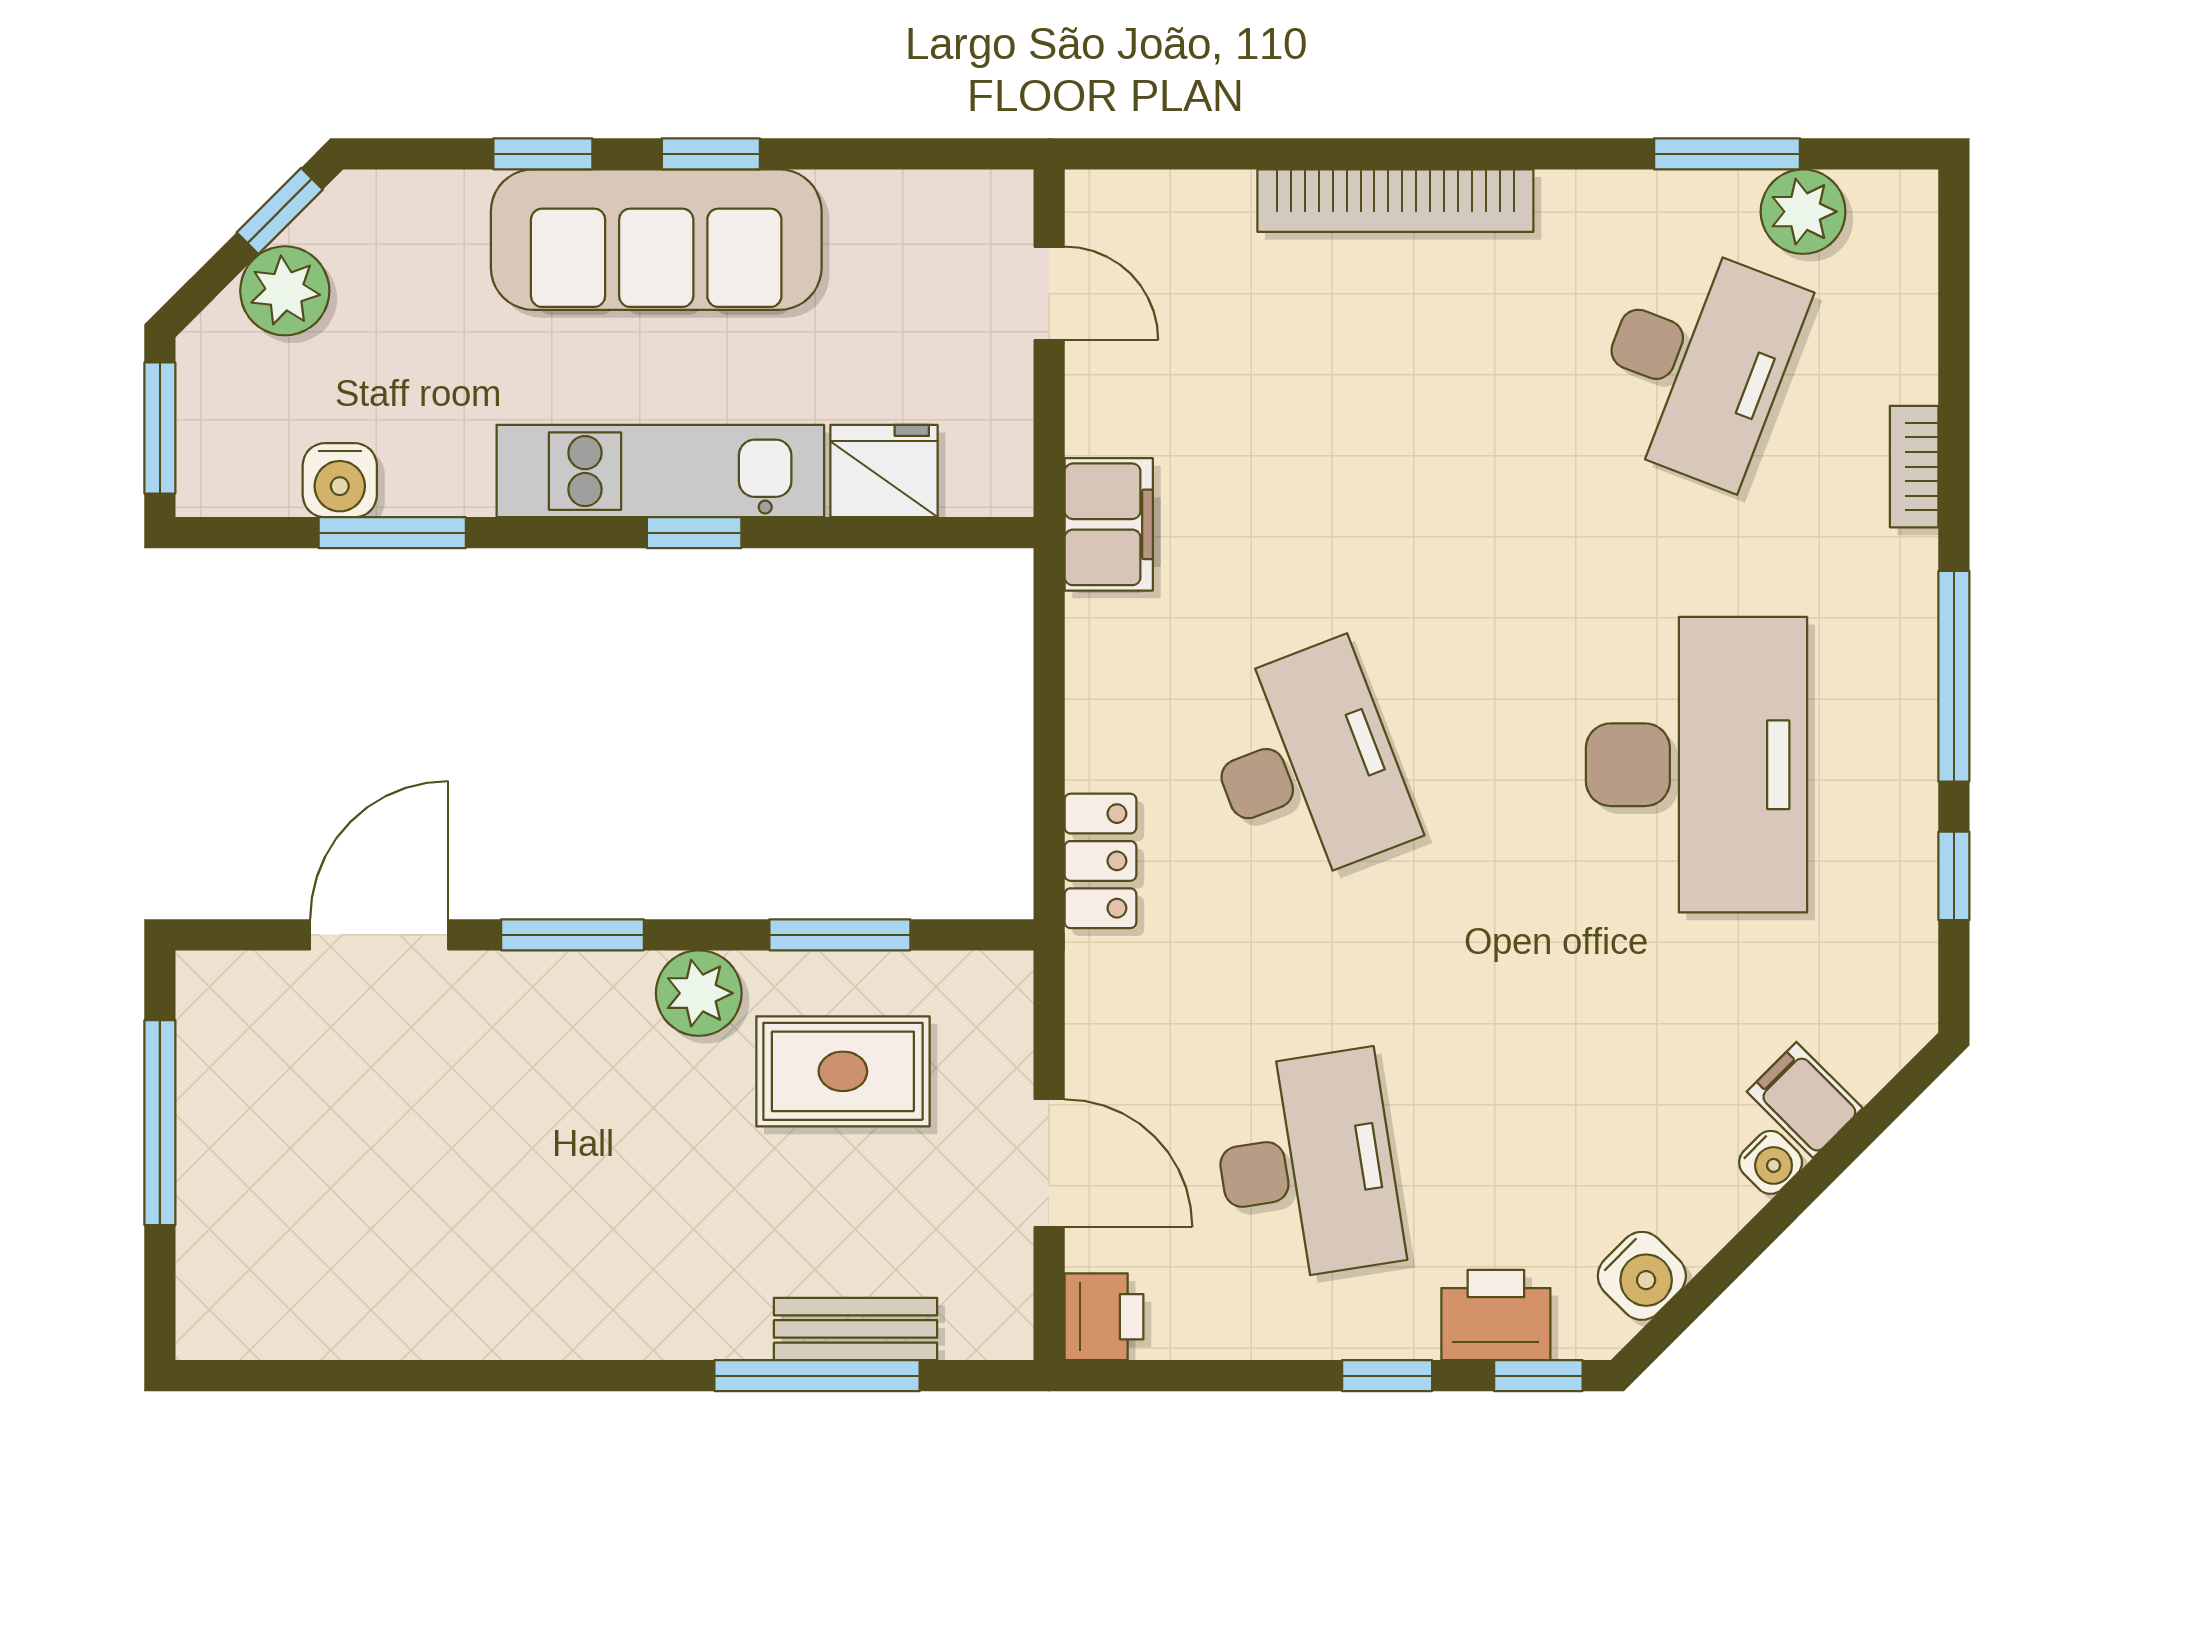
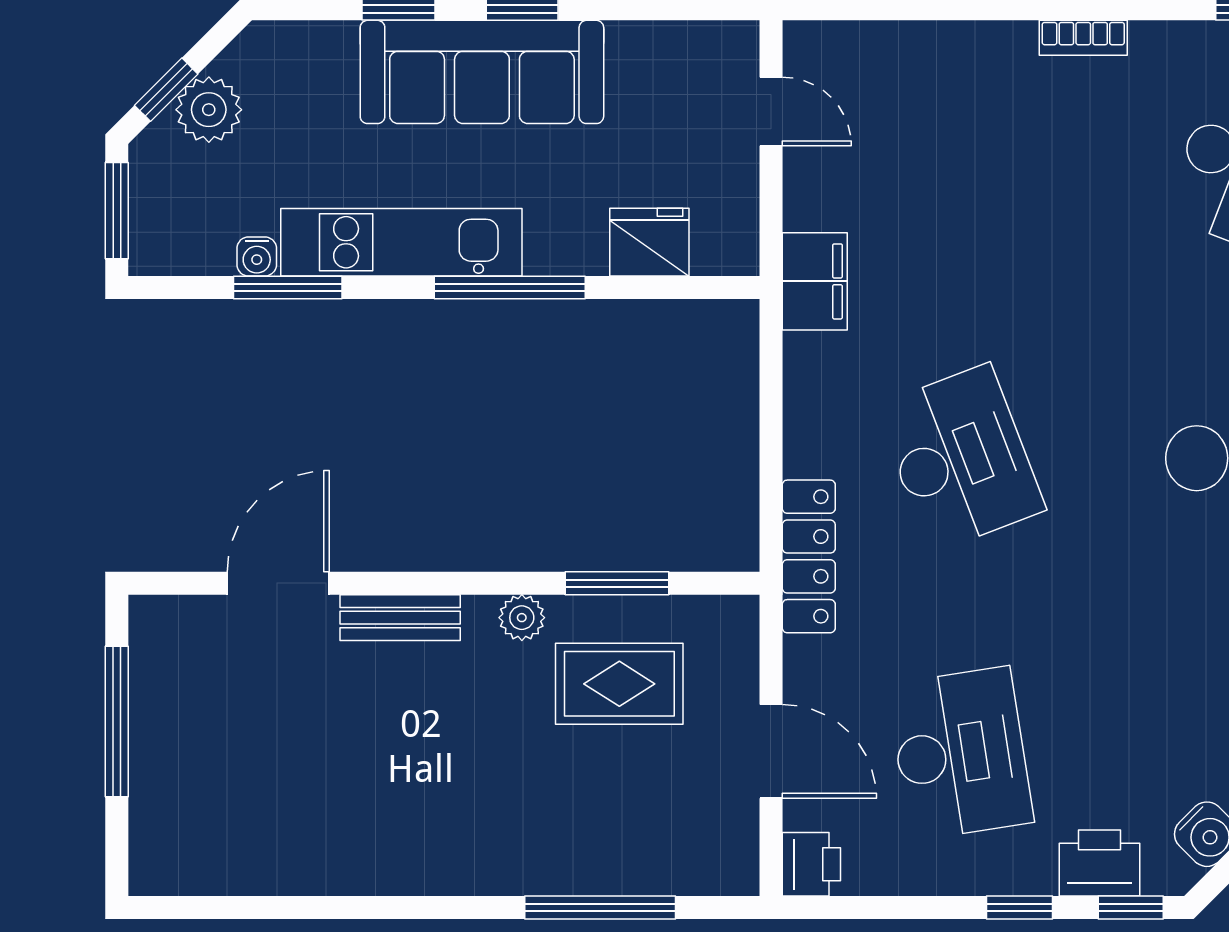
bookcase: (1395, 201) -> (1083, 38), width x0.43, depth x0.76
window: (280, 211) -> (166, 90), moved
kitchen unit: (660, 471) -> (401, 242), moved
water cooler: (340, 480) -> (257, 256), width x0.72, depth x0.72
window: (694, 533) -> (510, 288), width x2.17
locker: (1100, 861) -> (809, 556), width x1.53
window: (572, 935) -> (420, 583), removed
plant: (699, 993) -> (522, 618), width x0.73, depth x0.73
bench: (856, 1329) -> (400, 618), moved

